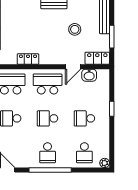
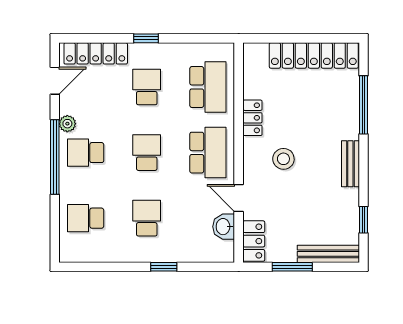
stool: (75, 29) -> (283, 159), moved
plant: (105, 163) -> (67, 124), moved

